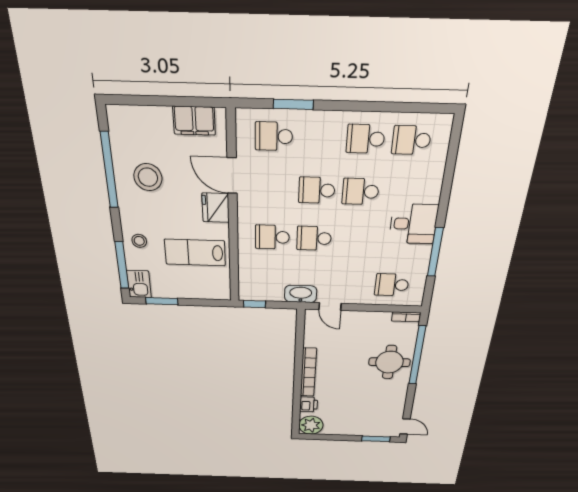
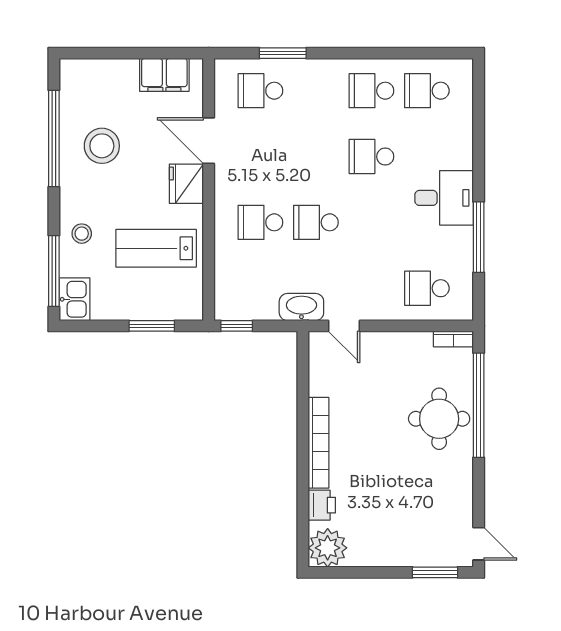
school desk: (317, 190) -> (316, 157), removed
window: (162, 301) -> (152, 326), moved

